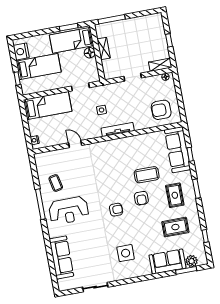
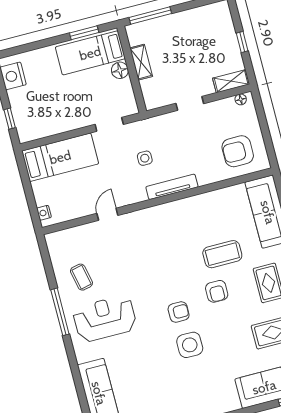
bed: (39, 67) -> (42, 98), removed
door: (75, 144) -> (107, 214), hinge flipped
reception desk: (69, 211) -> (105, 319), turned 180
side table: (126, 253) -> (190, 345), moved

